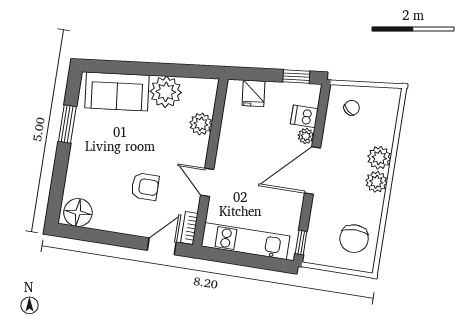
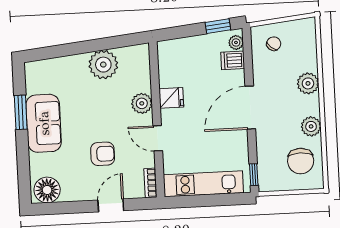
sofa: (117, 92) -> (44, 123), moved, turned -84
fridge: (254, 93) -> (171, 98), moved, turned -84
plant: (201, 124) -> (142, 103), moved
plant: (306, 136) -> (236, 42), moved
plant: (376, 182) -> (311, 126), moved
door: (162, 246) -> (111, 205), moved

